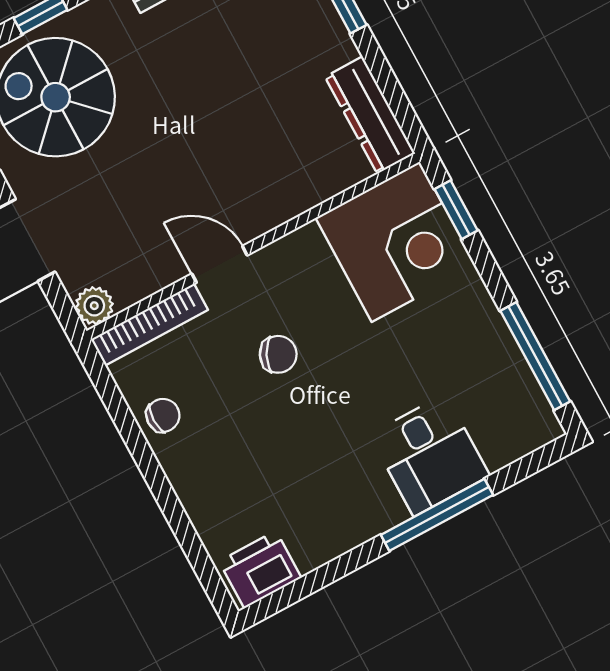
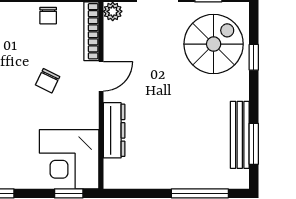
dresser: (370, 115) -> (114, 130), moved, turned 90

